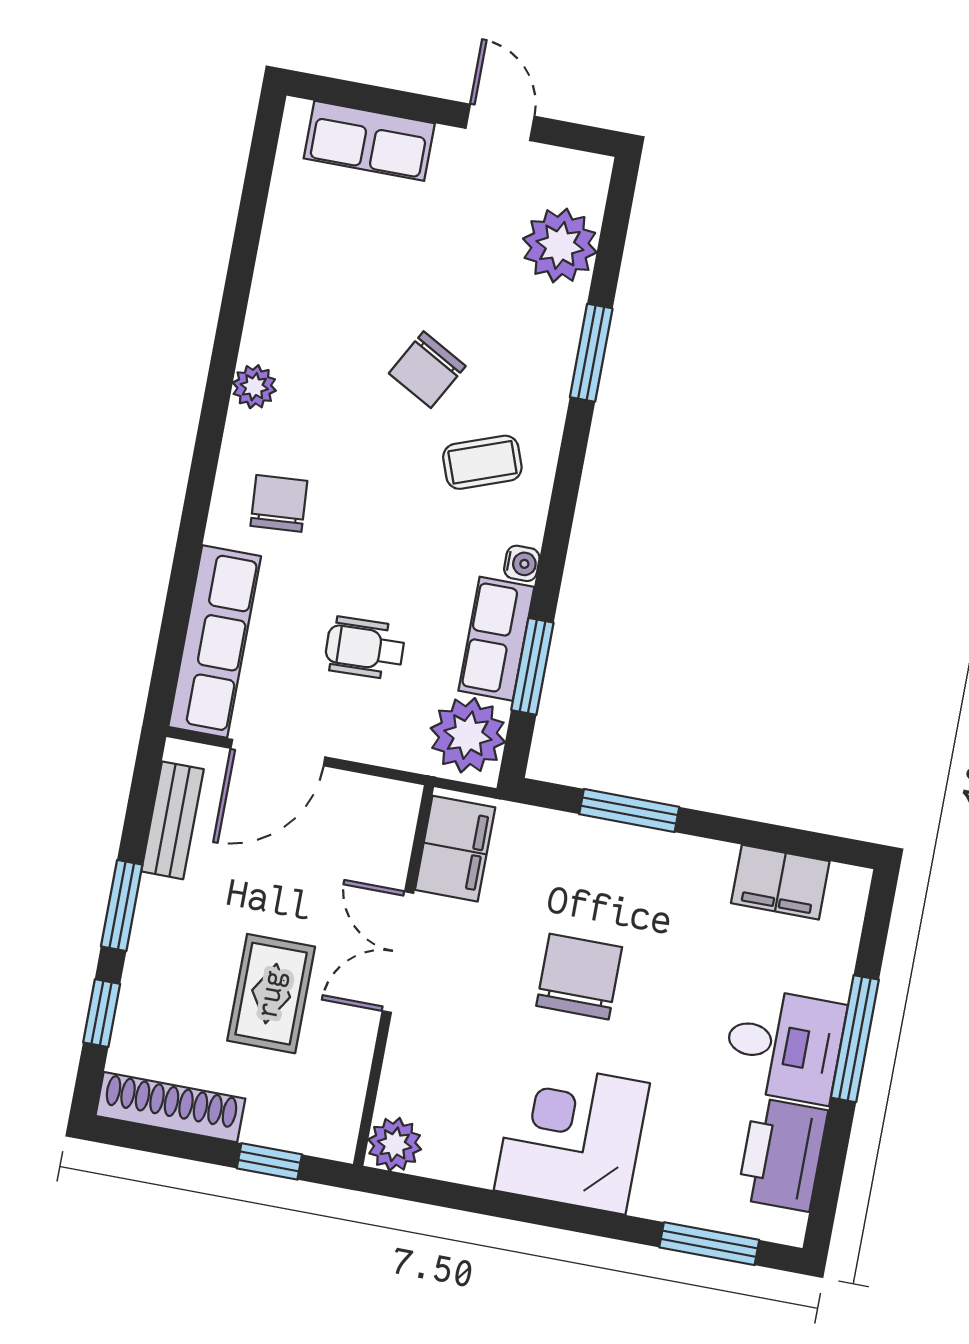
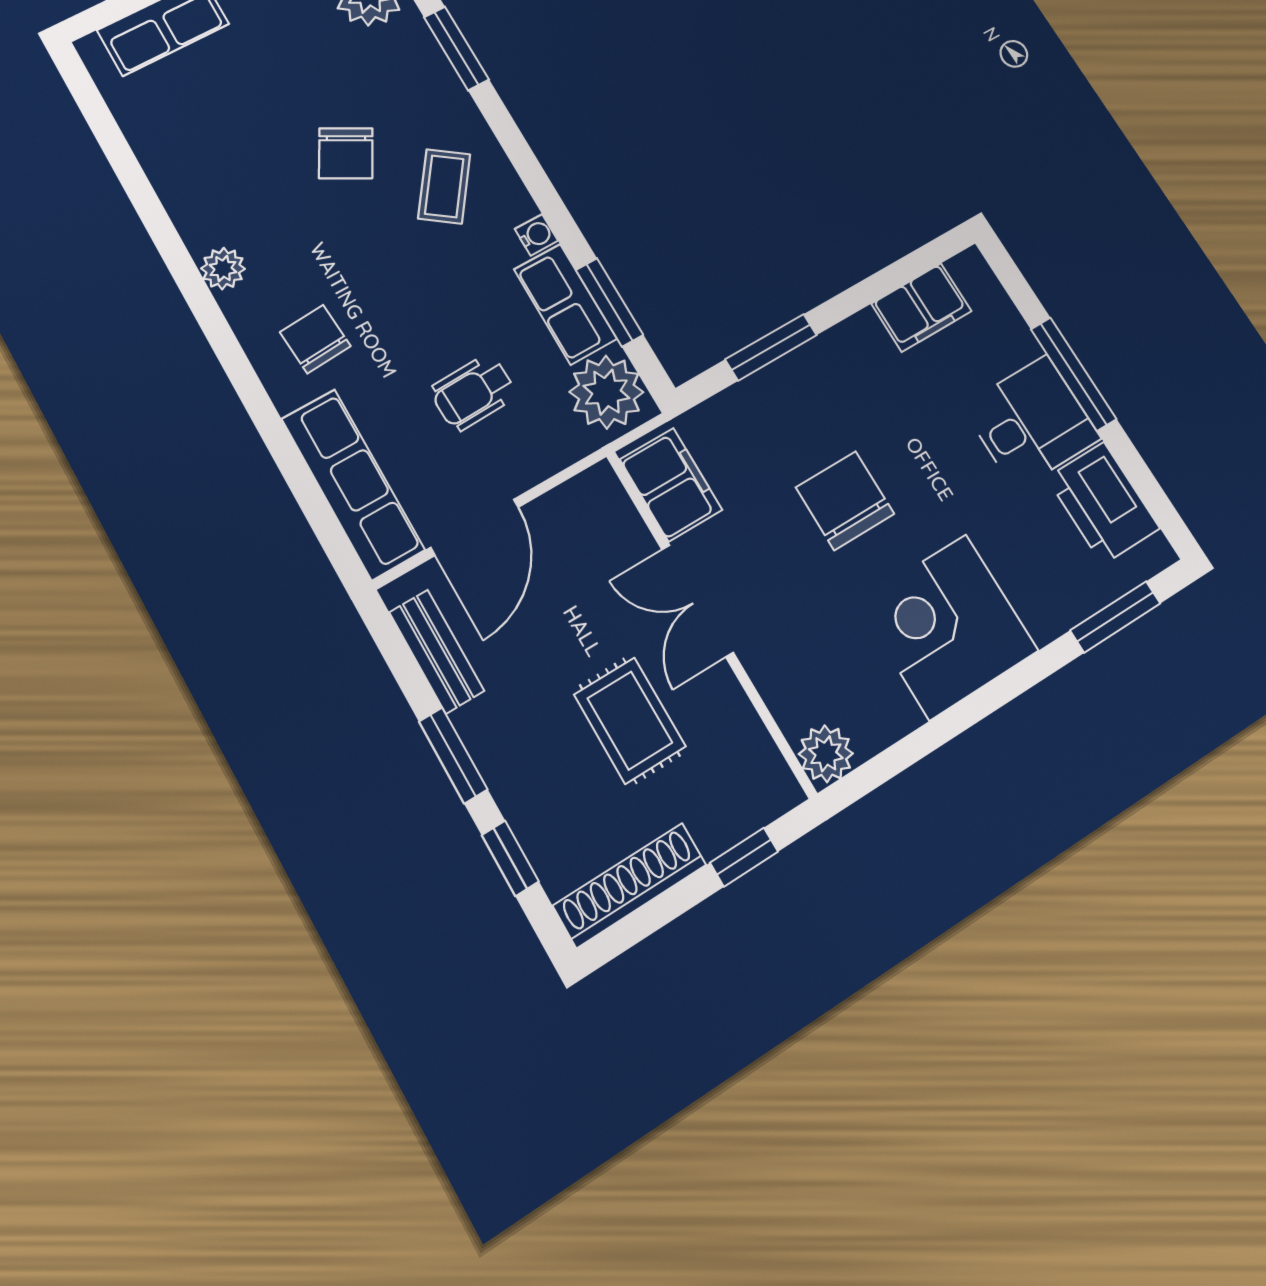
coffee table: (482, 462) -> (444, 186), turned -34

